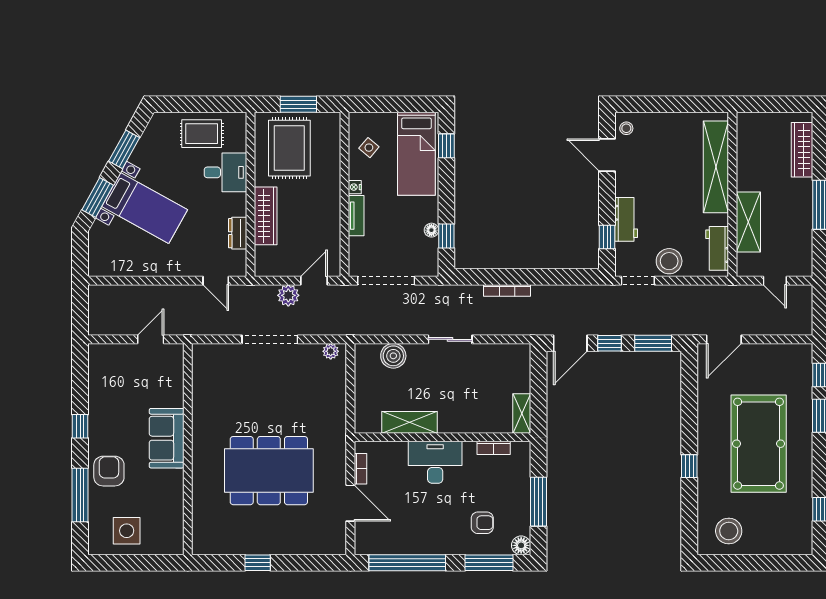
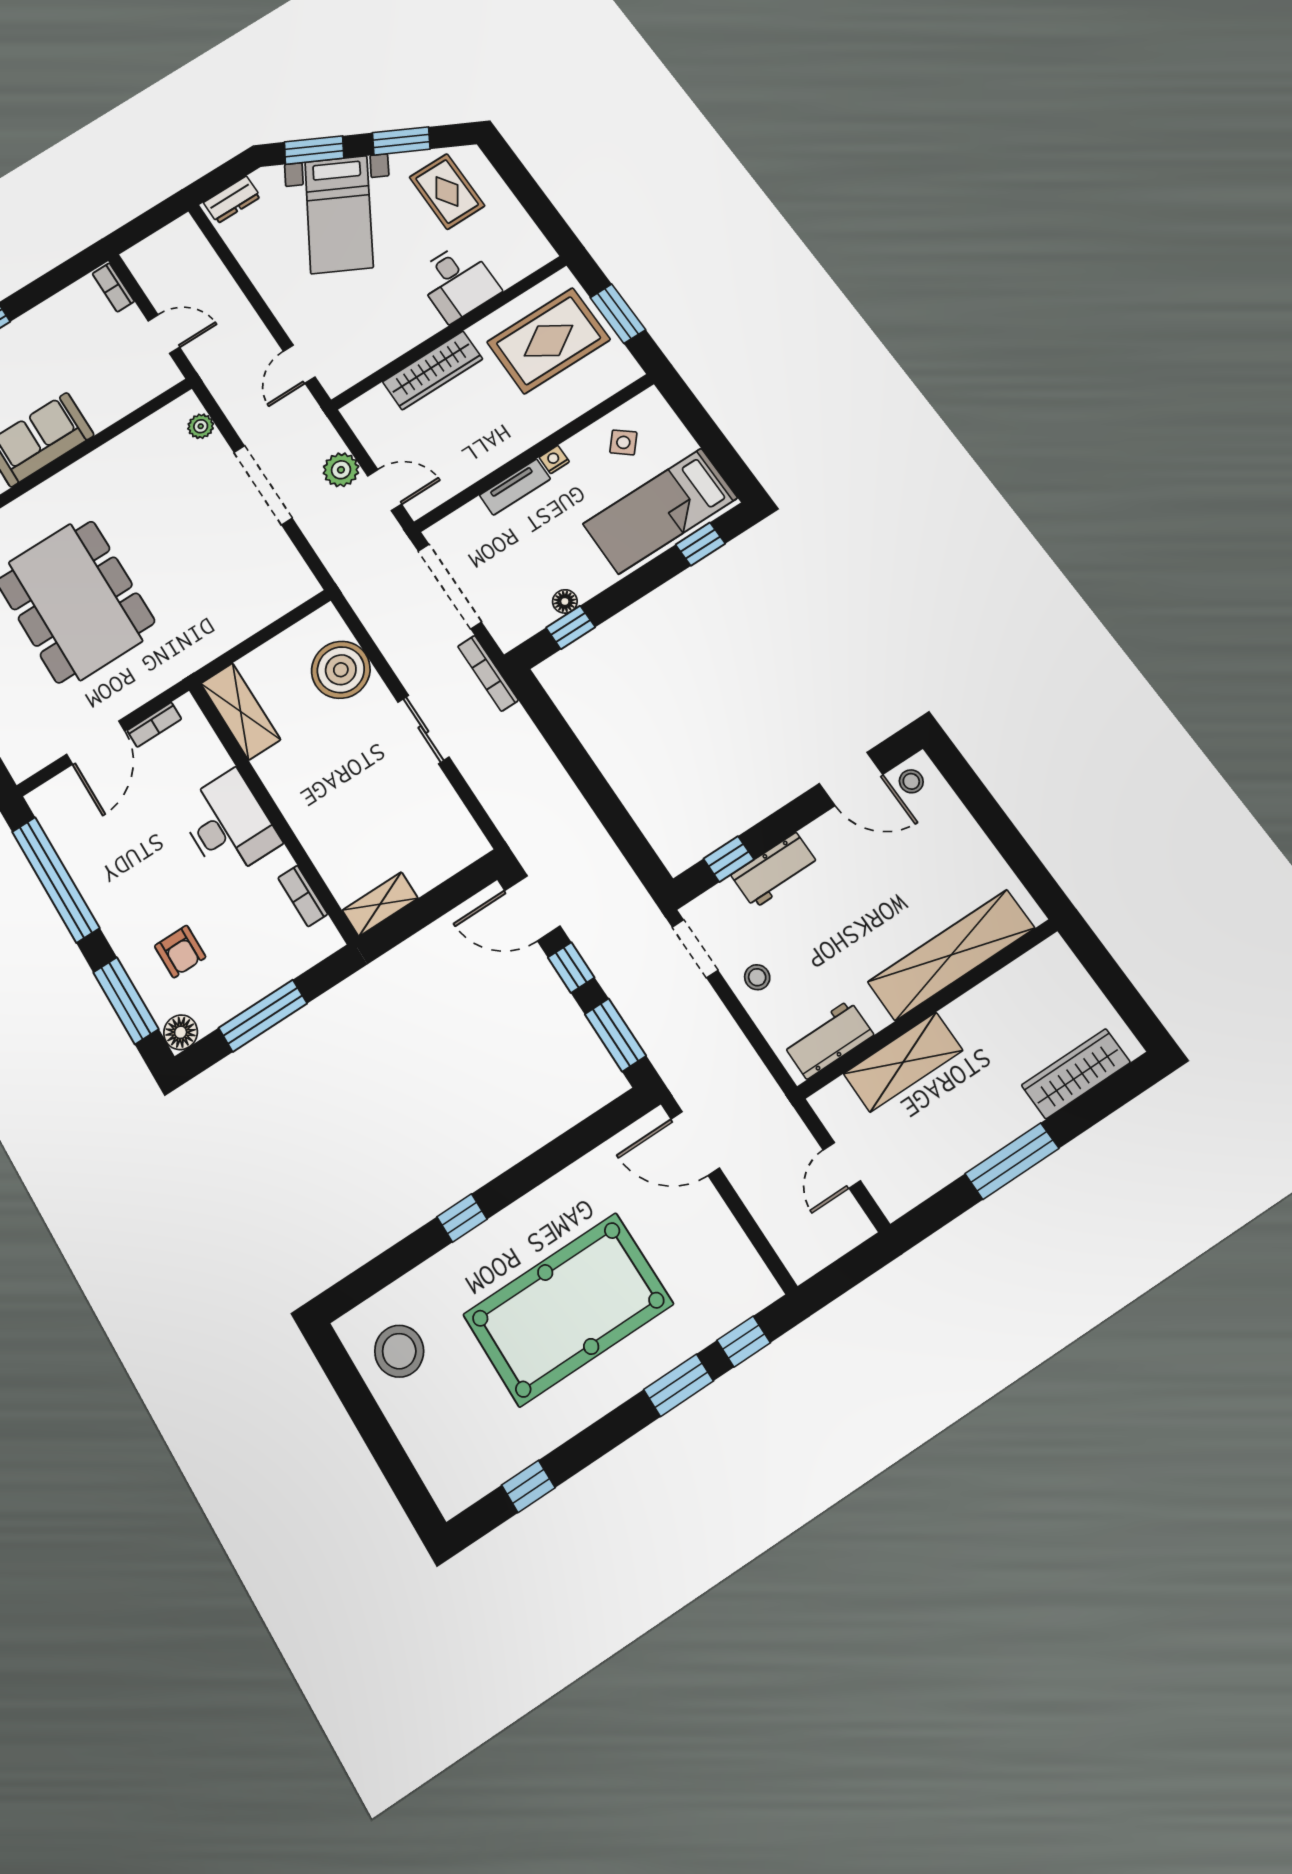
rug: (202, 134) -> (447, 191), moved
door: (607, 155) -> (851, 779), swing flipped
dresser: (238, 233) -> (232, 200), moved, turned 180
stool: (669, 261) -> (757, 977), width x0.53, depth x0.53
bookcase: (507, 290) -> (488, 673), moved
bookcase: (105, 350) -> (113, 287), added
plant: (331, 351) -> (201, 426), moved
boiler: (393, 356) -> (341, 670), width x1.37, depth x1.37
shelving: (410, 422) -> (240, 711), moved

